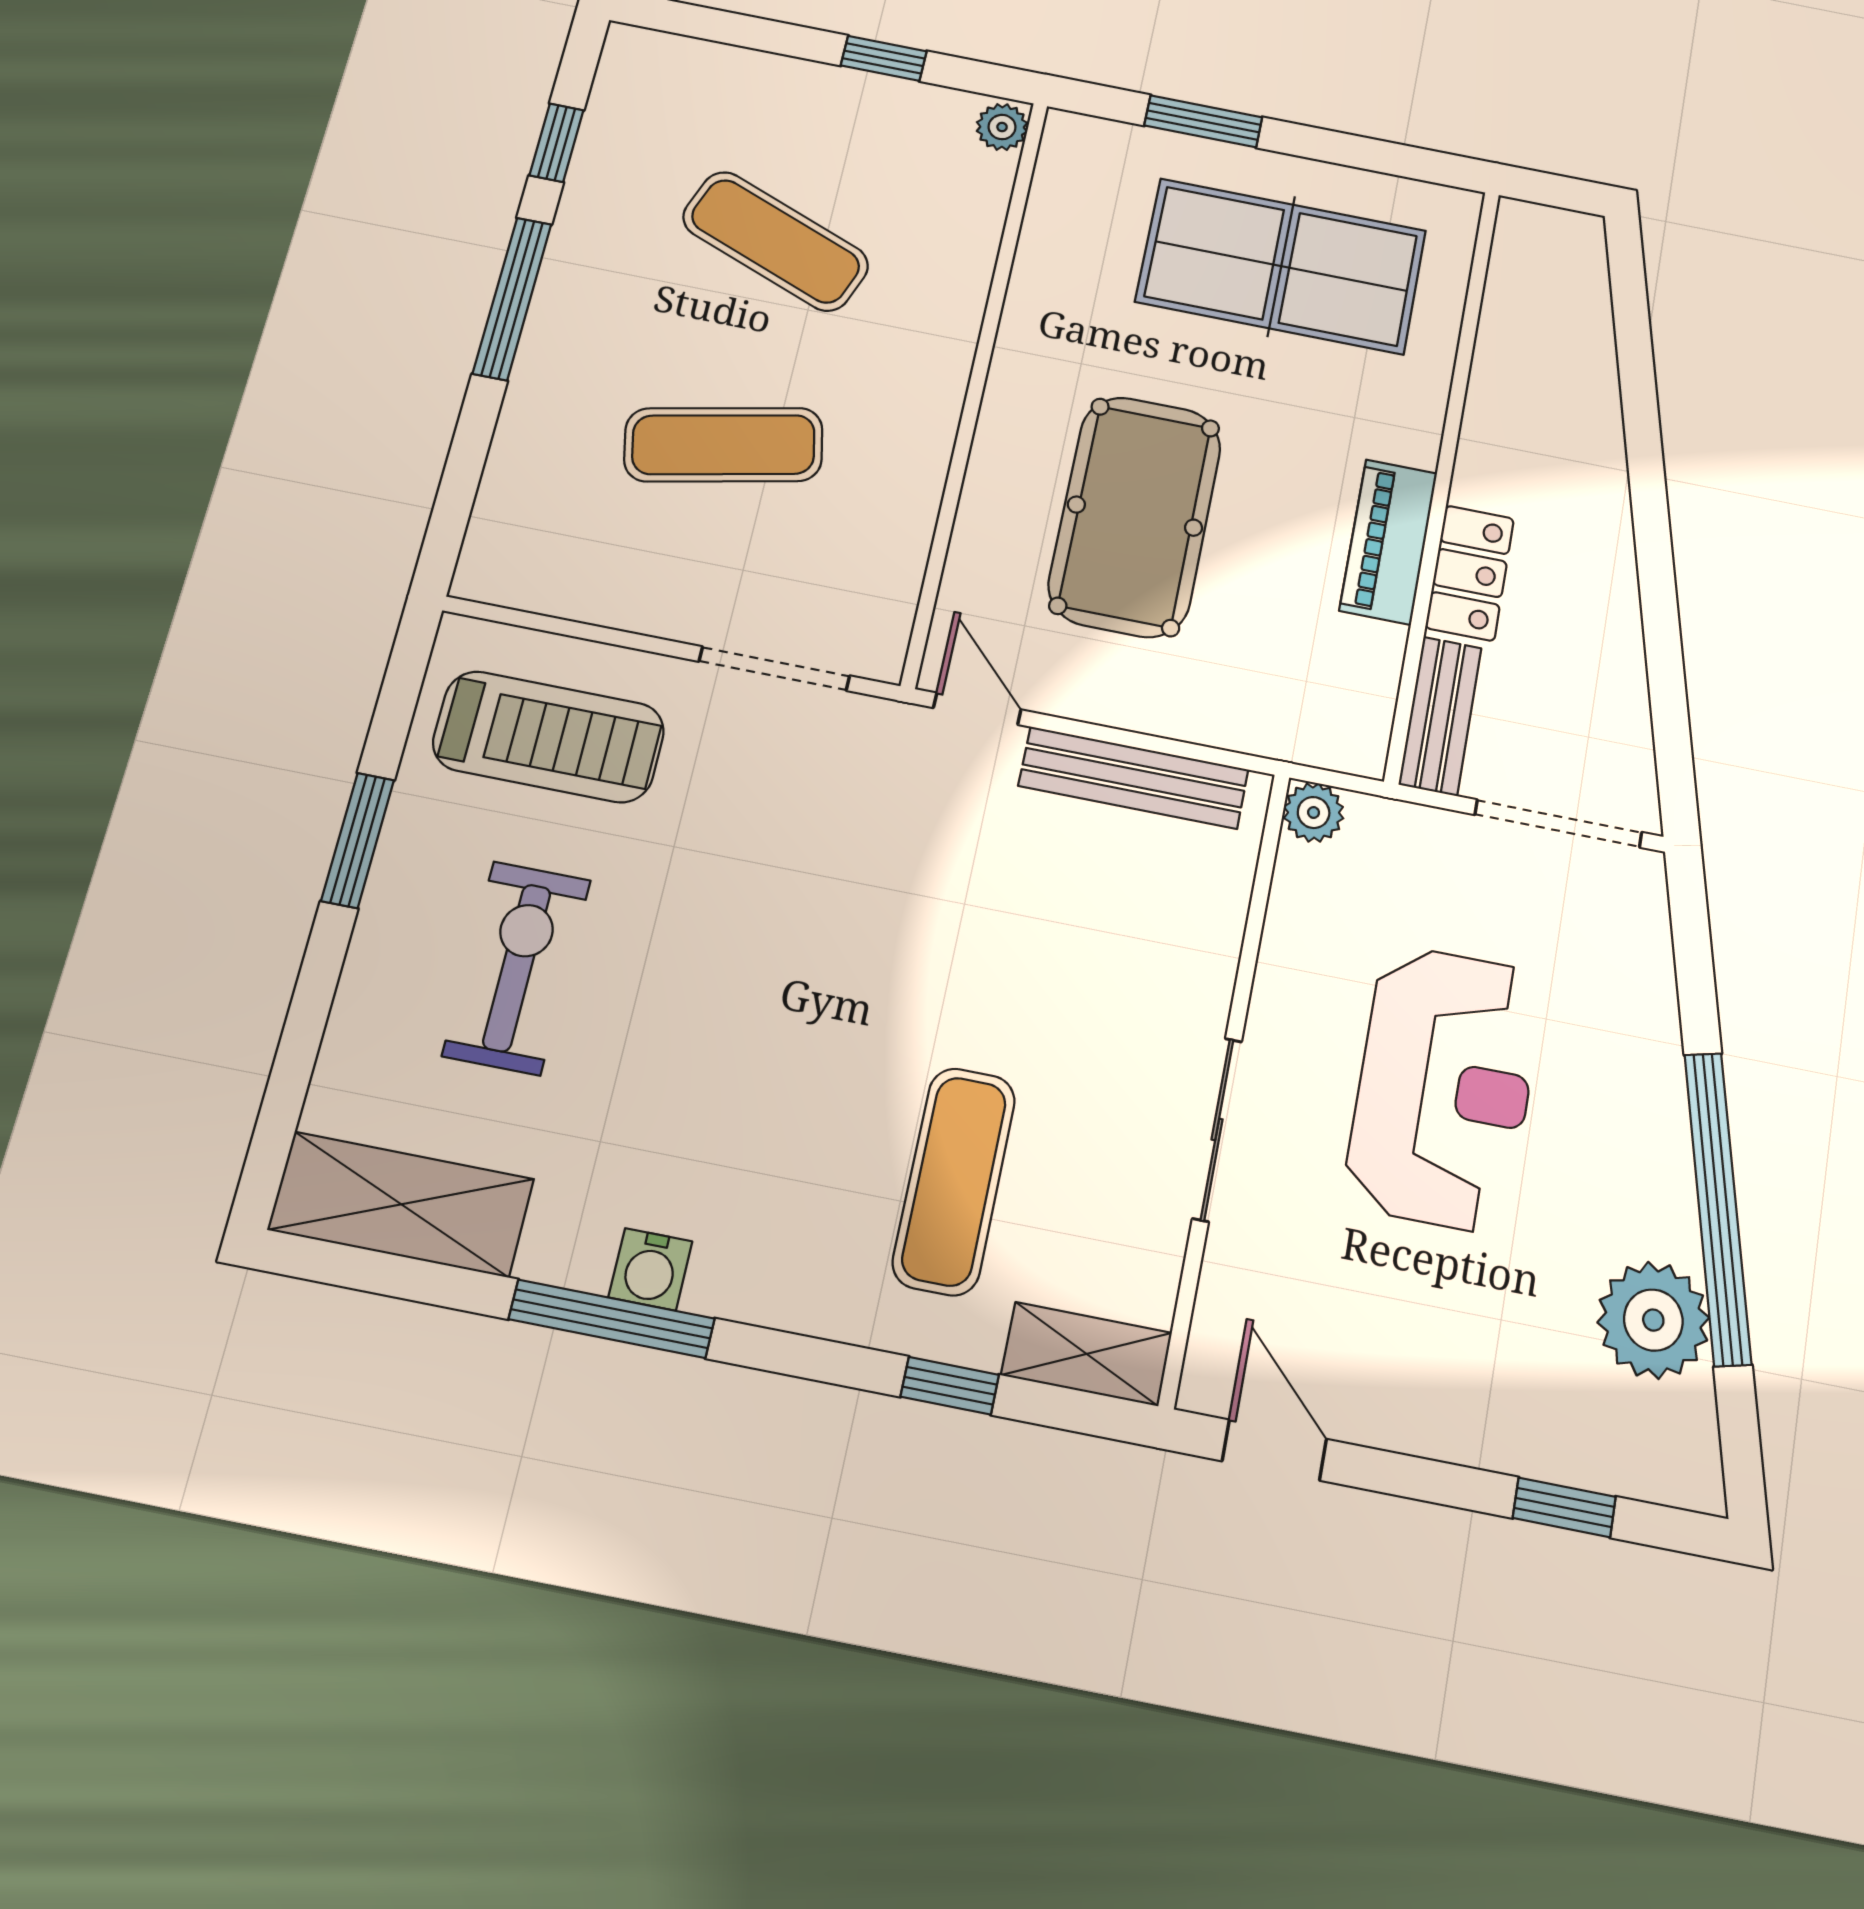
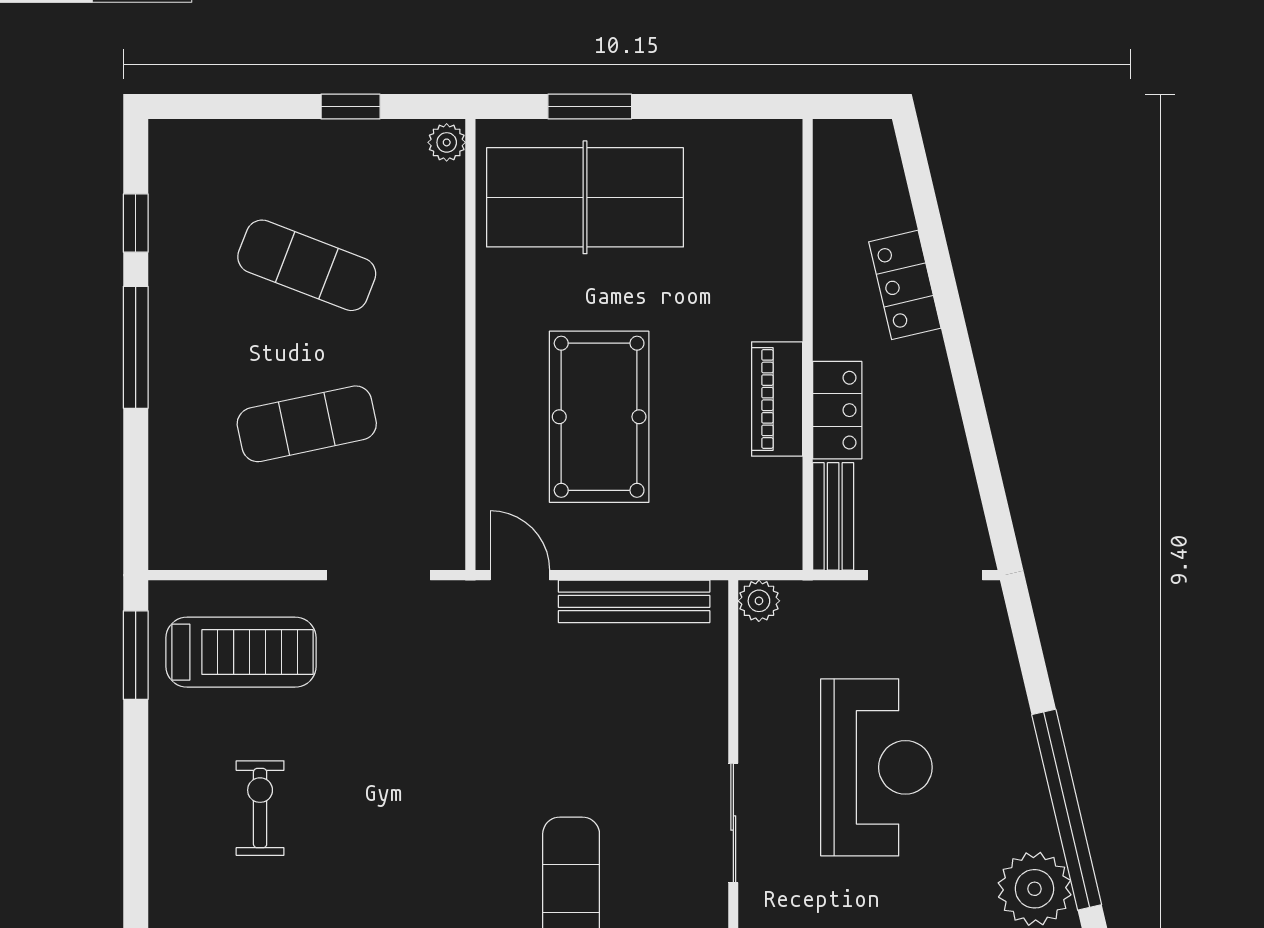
table tennis table: (1281, 266) -> (585, 197), moved
locker: (1590, 428) -> (905, 285), added
window: (358, 840) -> (136, 655), moved
exercise bike: (517, 968) -> (260, 808), width x0.73, depth x0.72

